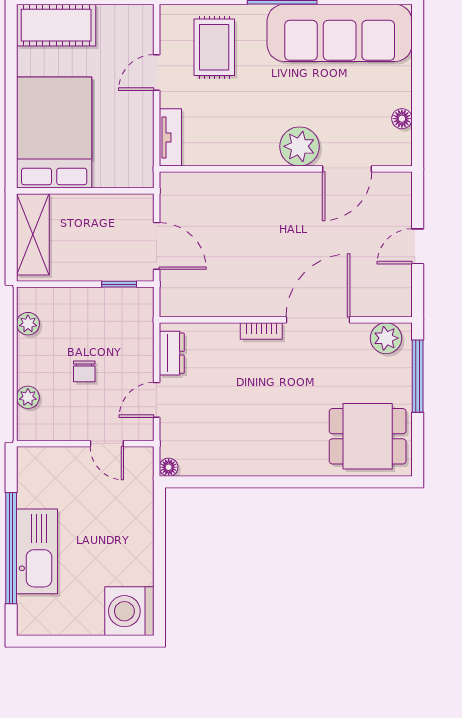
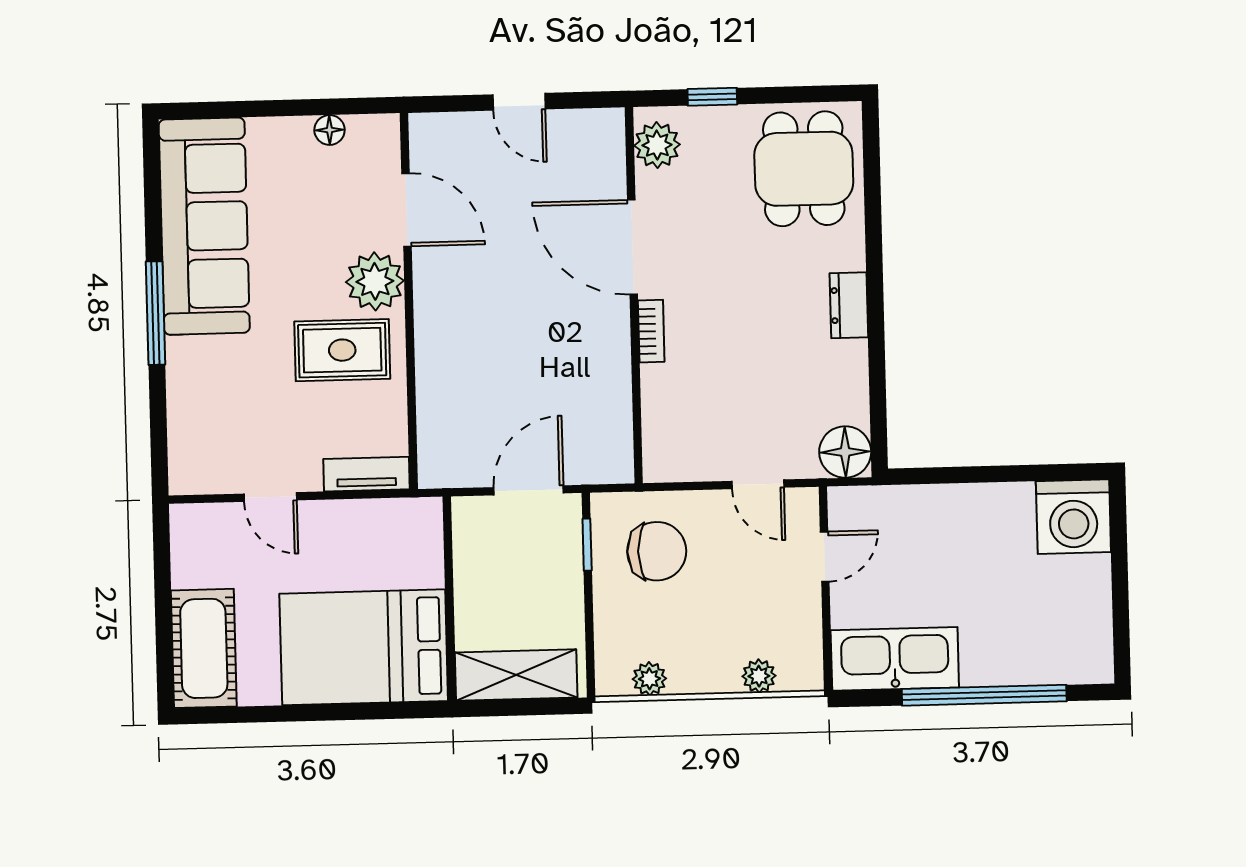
rug: (214, 47) -> (342, 350), moved
dresser: (172, 353) -> (849, 305), moved, turned -90
chair: (84, 371) -> (657, 551), moved, width x1.87, depth x1.87
window: (418, 376) -> (712, 97), width x0.46
floor lamp: (169, 467) -> (845, 452), width x1.89, depth x1.89
kitchen sink: (37, 551) -> (895, 659), moved

